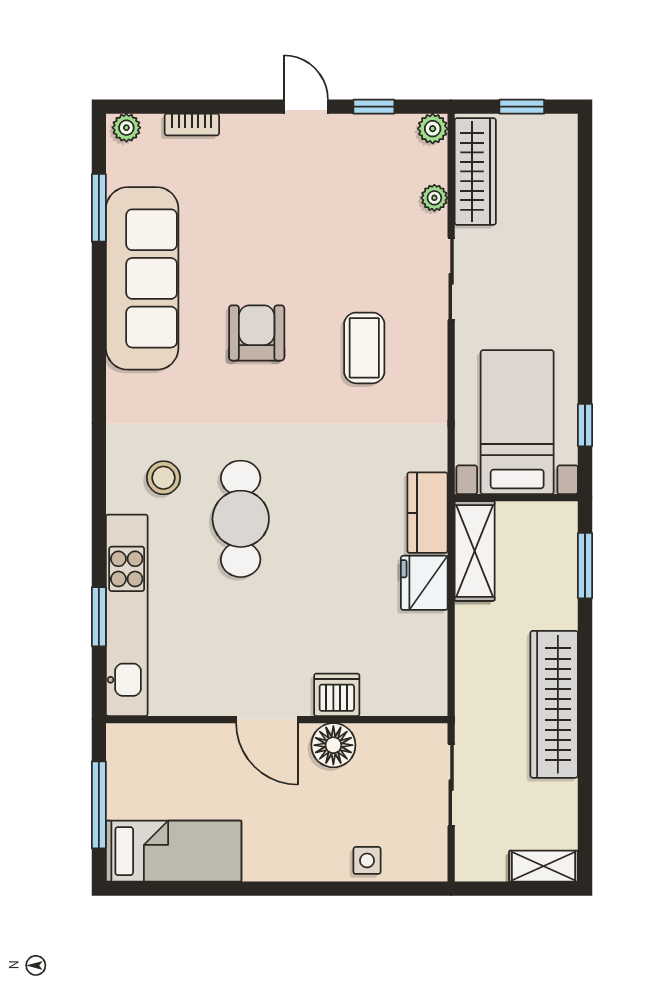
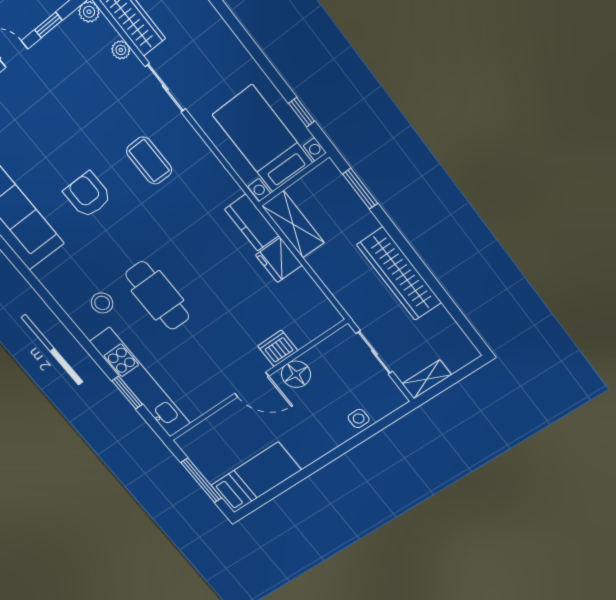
shelving: (544, 866) -> (427, 379), moved

